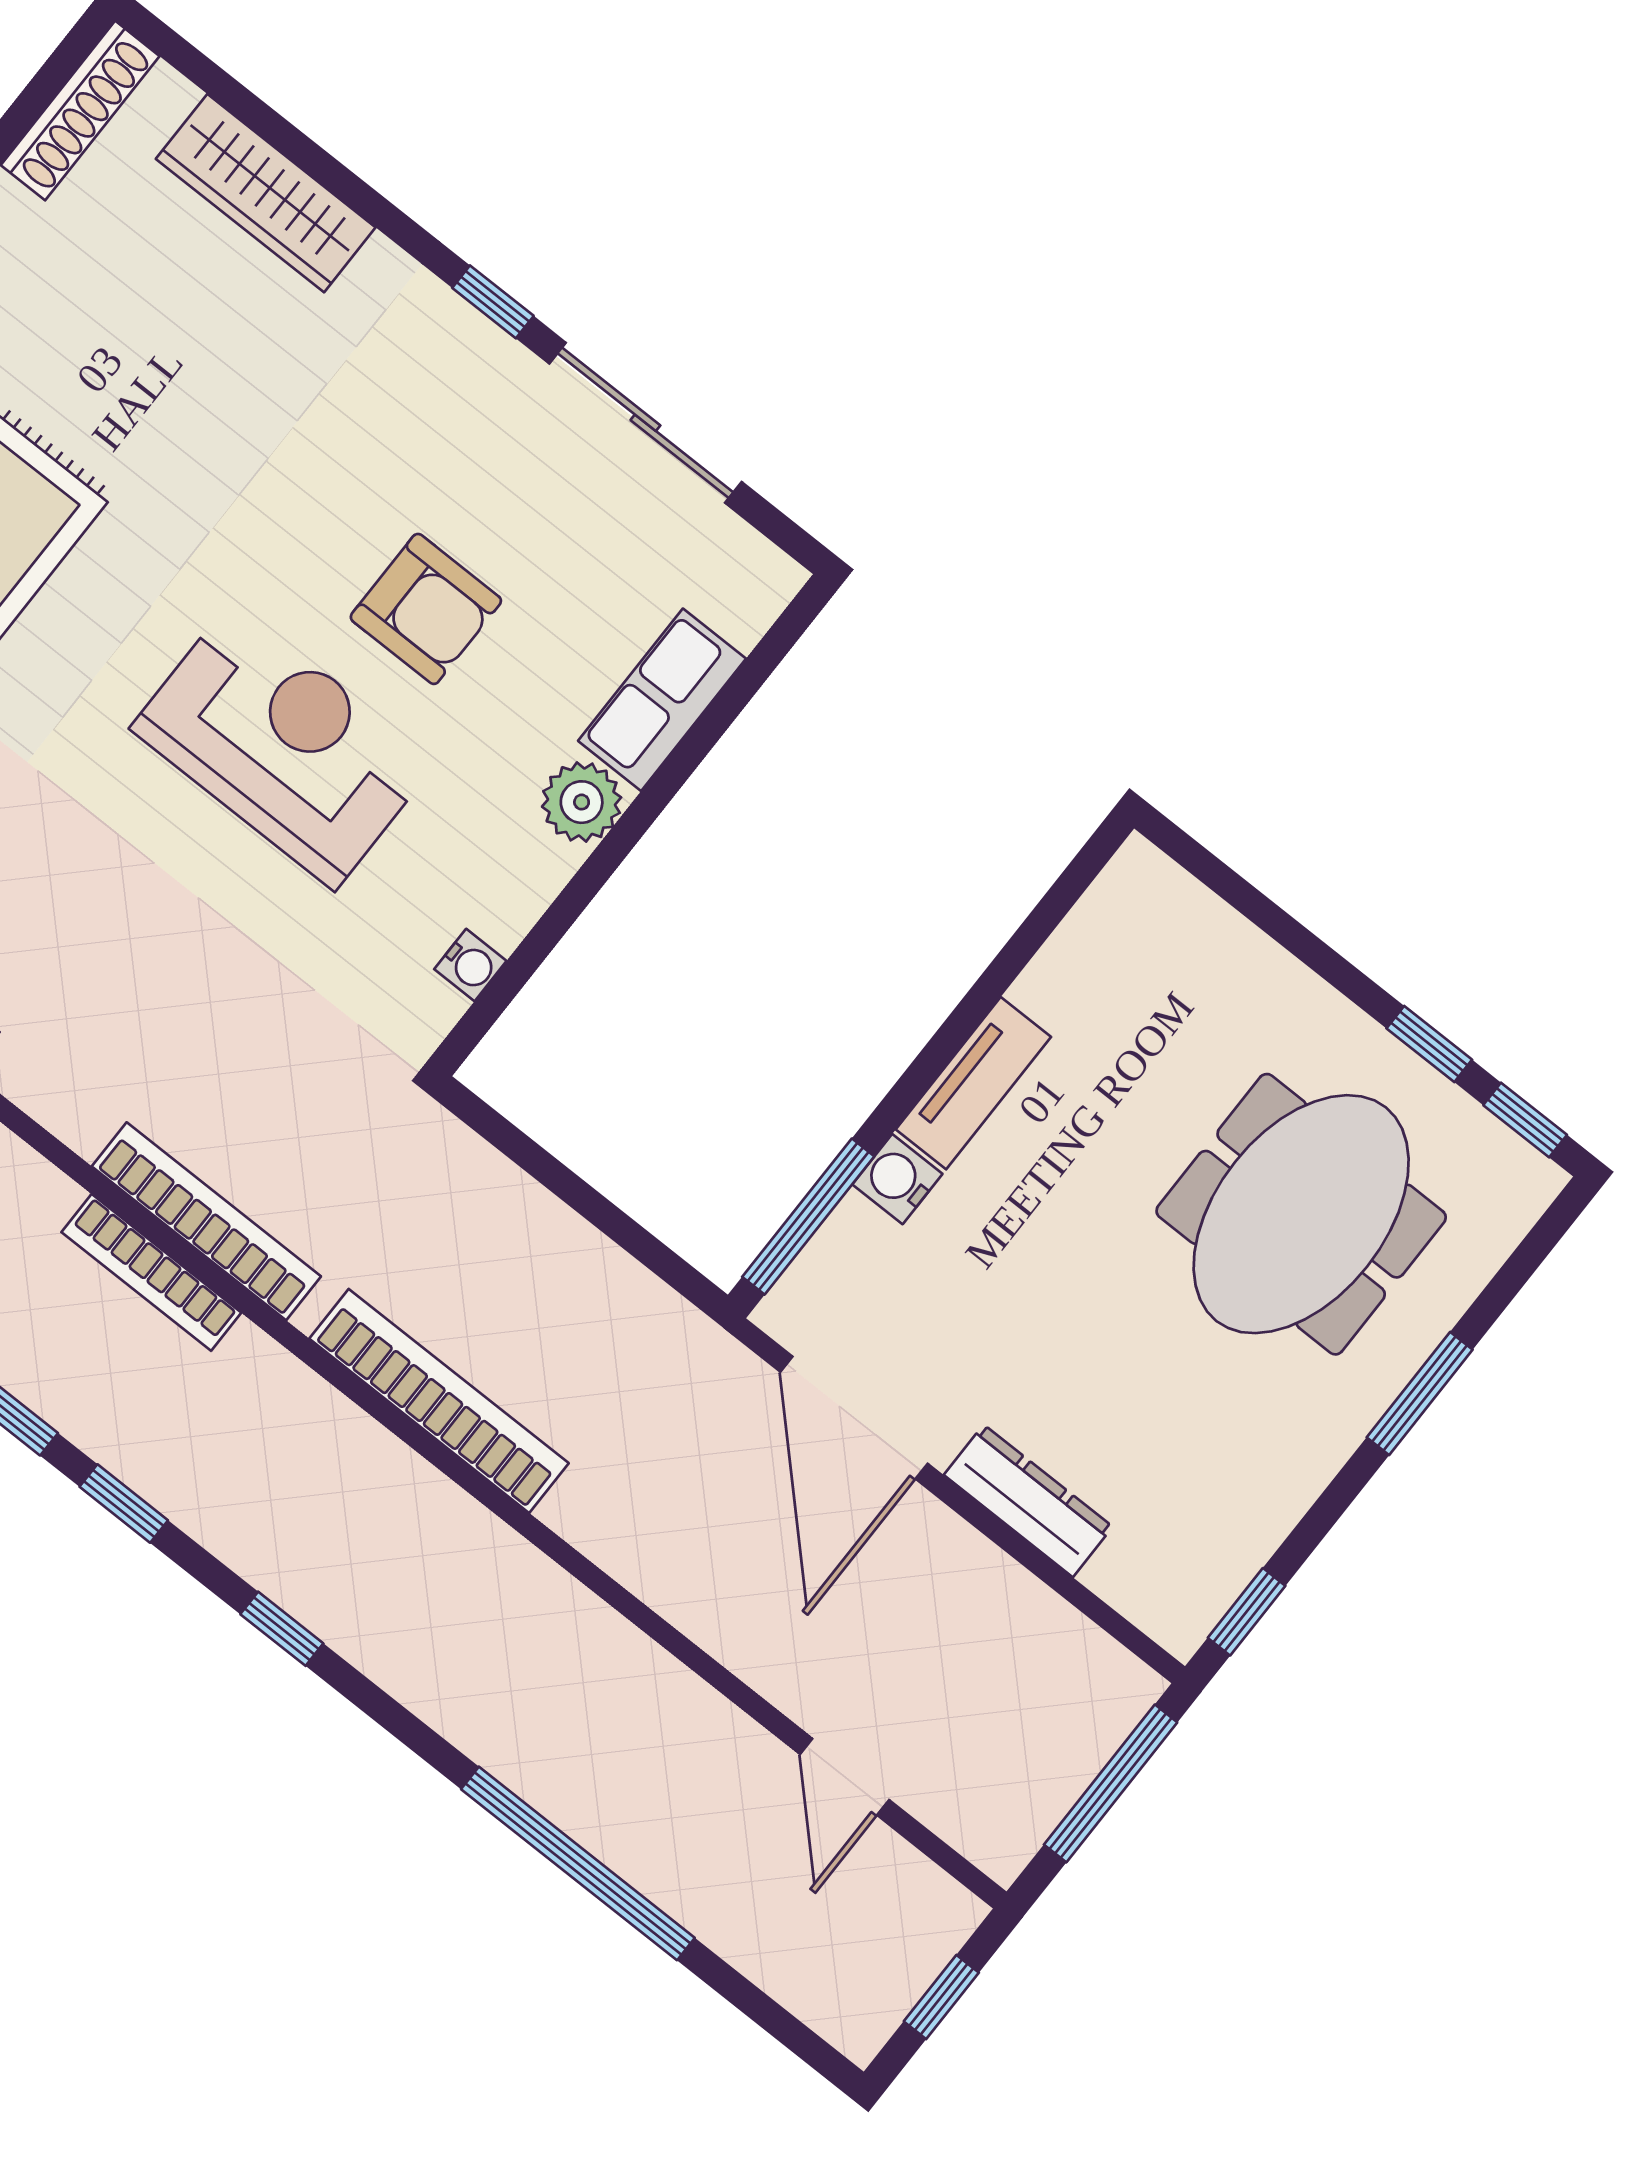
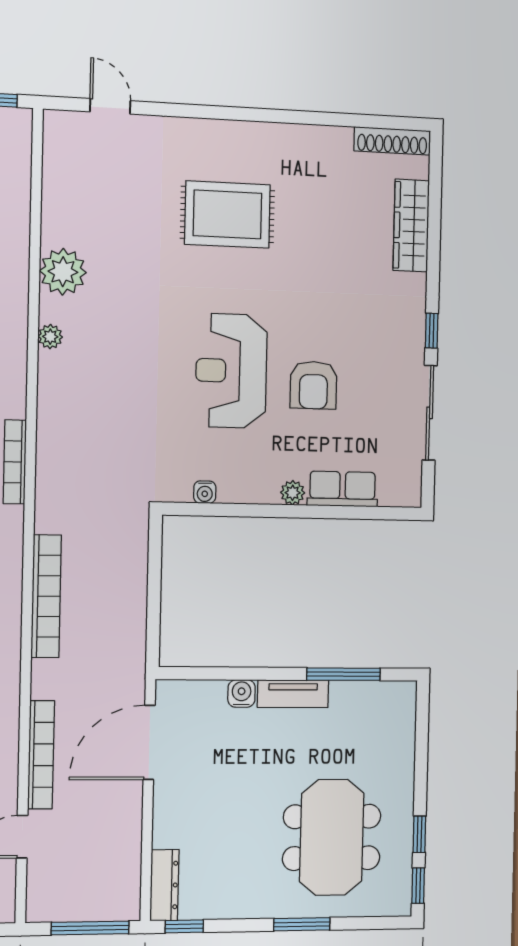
reception desk: (283, 746) -> (231, 371), turned 180
plant: (582, 802) -> (293, 493), width x0.73, depth x0.73
meeting table: (1301, 1214) -> (332, 837), turned 90
window: (808, 1217) -> (344, 674), moved
bookcase: (206, 1221) -> (41, 755), moved
dresser: (1028, 1501) -> (164, 885), moved

